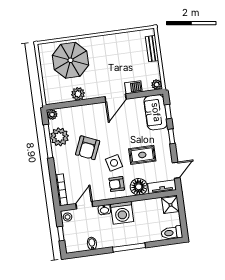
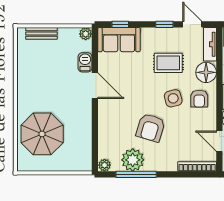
plant: (78, 94) -> (84, 130), removed
window: (171, 136) -> (164, 24), moved
armchair: (88, 148) -> (151, 128), turned 84
rug: (142, 155) -> (168, 63), turned 90

